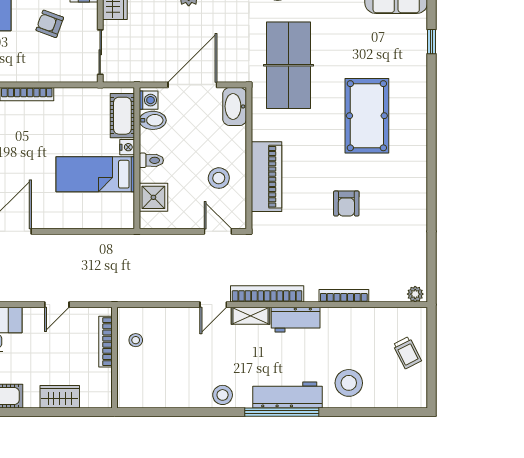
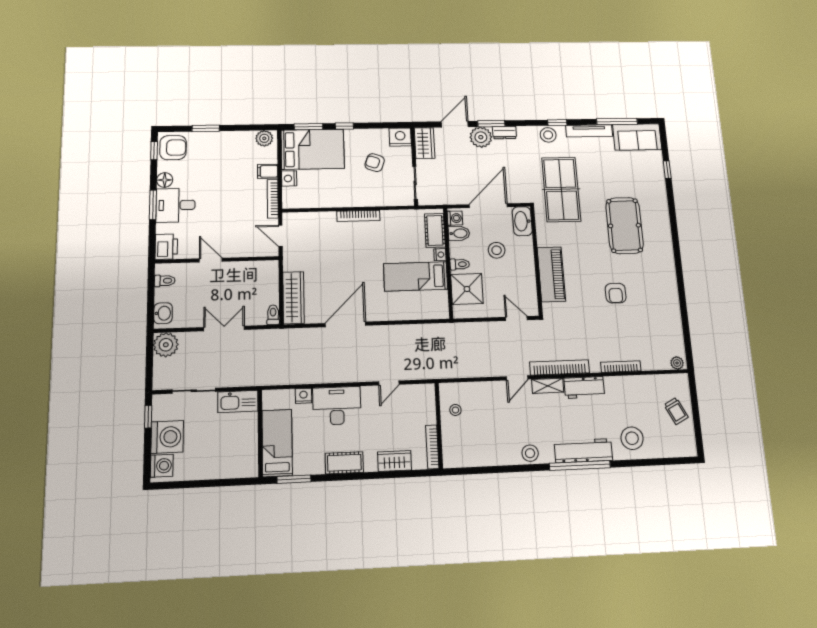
stool: (219, 178) -> (497, 250), moved
shower: (153, 197) -> (467, 289), width x1.36, depth x1.36
bookcase: (105, 342) -> (432, 447), moved

